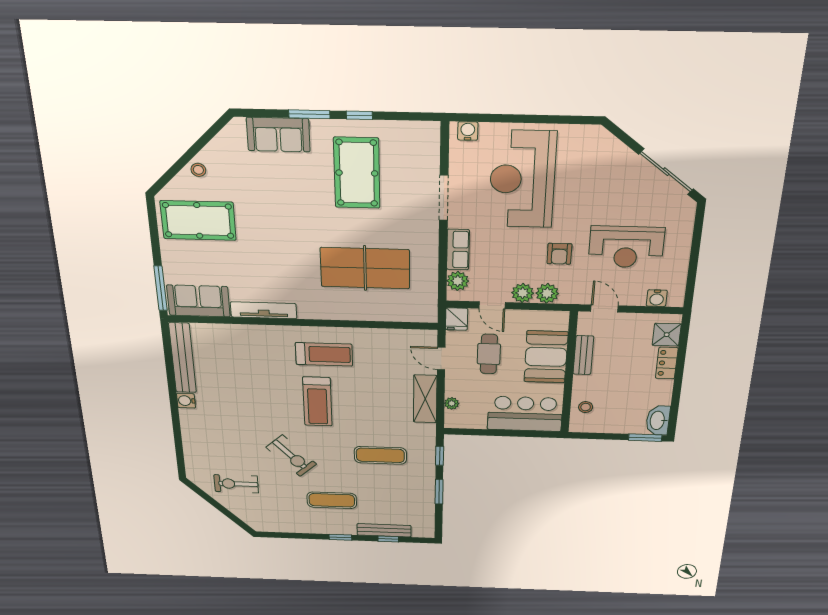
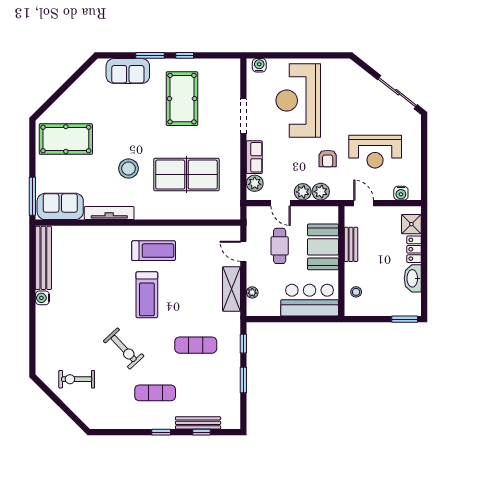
stool: (198, 170) -> (128, 169), moved, width x1.89, depth x1.89
fridge: (457, 319) -> (255, 216), removed
washbasin: (658, 420) -> (413, 278), moved

